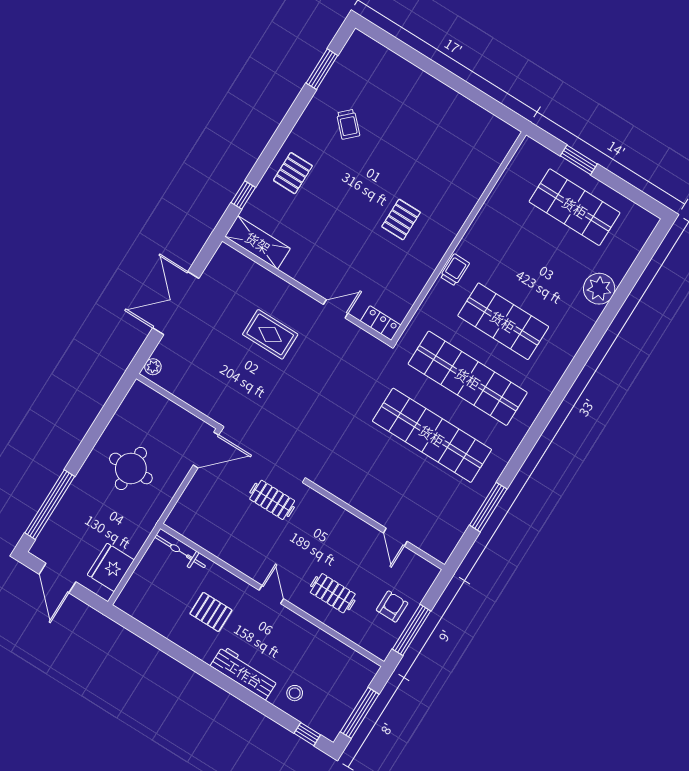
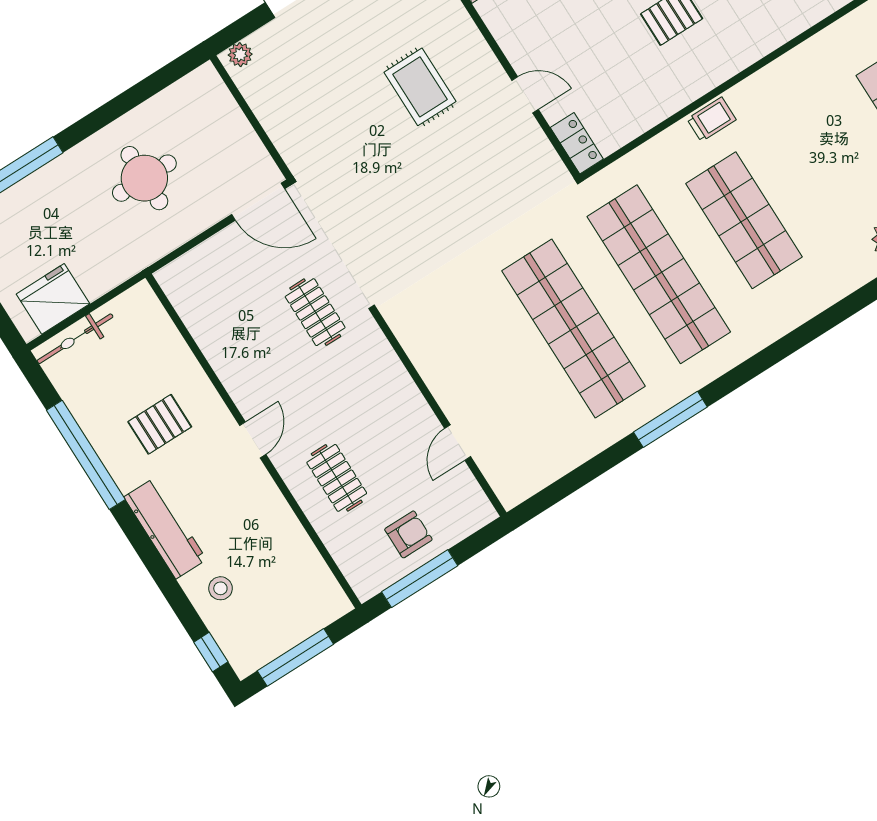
window: (488, 507) -> (670, 419), moved
bicycle: (180, 551) -> (75, 339), moved, turned -90
pallet: (211, 612) -> (160, 424), turned 90
window: (175, 652) -> (86, 455), added

